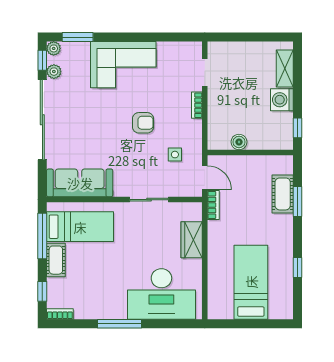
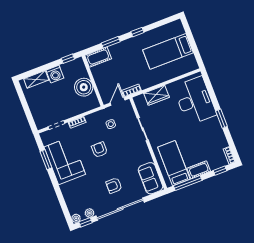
window: (78, 37) -> (46, 160), moved
corner sofa: (123, 65) -> (65, 161), moved
armchair: (81, 124) -> (114, 185), added
boiler: (239, 142) -> (84, 87), width x1.86, depth x1.86
sofa: (80, 183) -> (150, 178), width x0.73
cot: (283, 194) -> (98, 57), moved
window: (297, 268) -> (137, 32), moved
window: (119, 324) -> (222, 119), width x0.69

